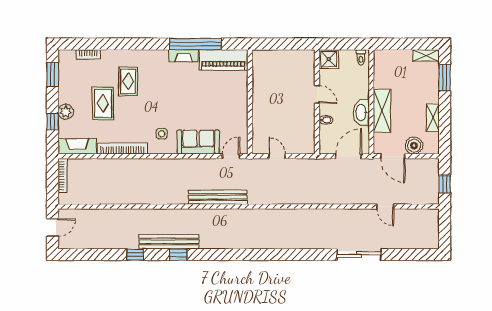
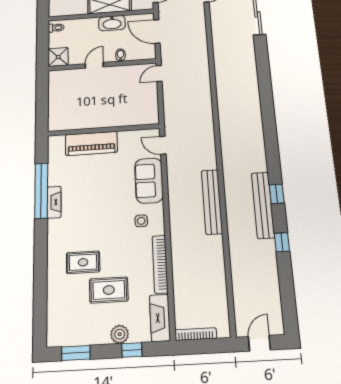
bookcase: (88, 54) -> (52, 311), removed
piano: (223, 60) -> (91, 143), moved, turned 90
door: (277, 156) -> (159, 74), moved
bench: (218, 197) -> (212, 202), moved
door: (53, 227) -> (259, 343), hinge flipped

